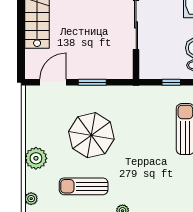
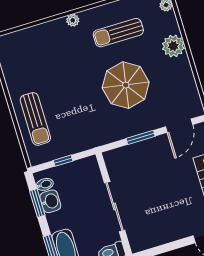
sun lounger: (84, 186) -> (118, 33), turned 180

